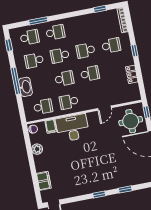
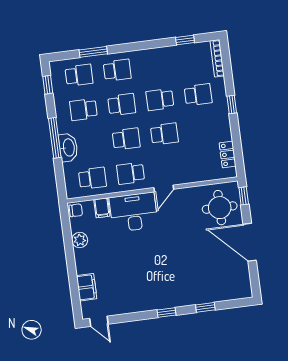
school desk: (60, 55) -> (122, 105), turned 180
locker: (132, 74) -> (228, 155), moved
door: (104, 108) -> (164, 188), moved

